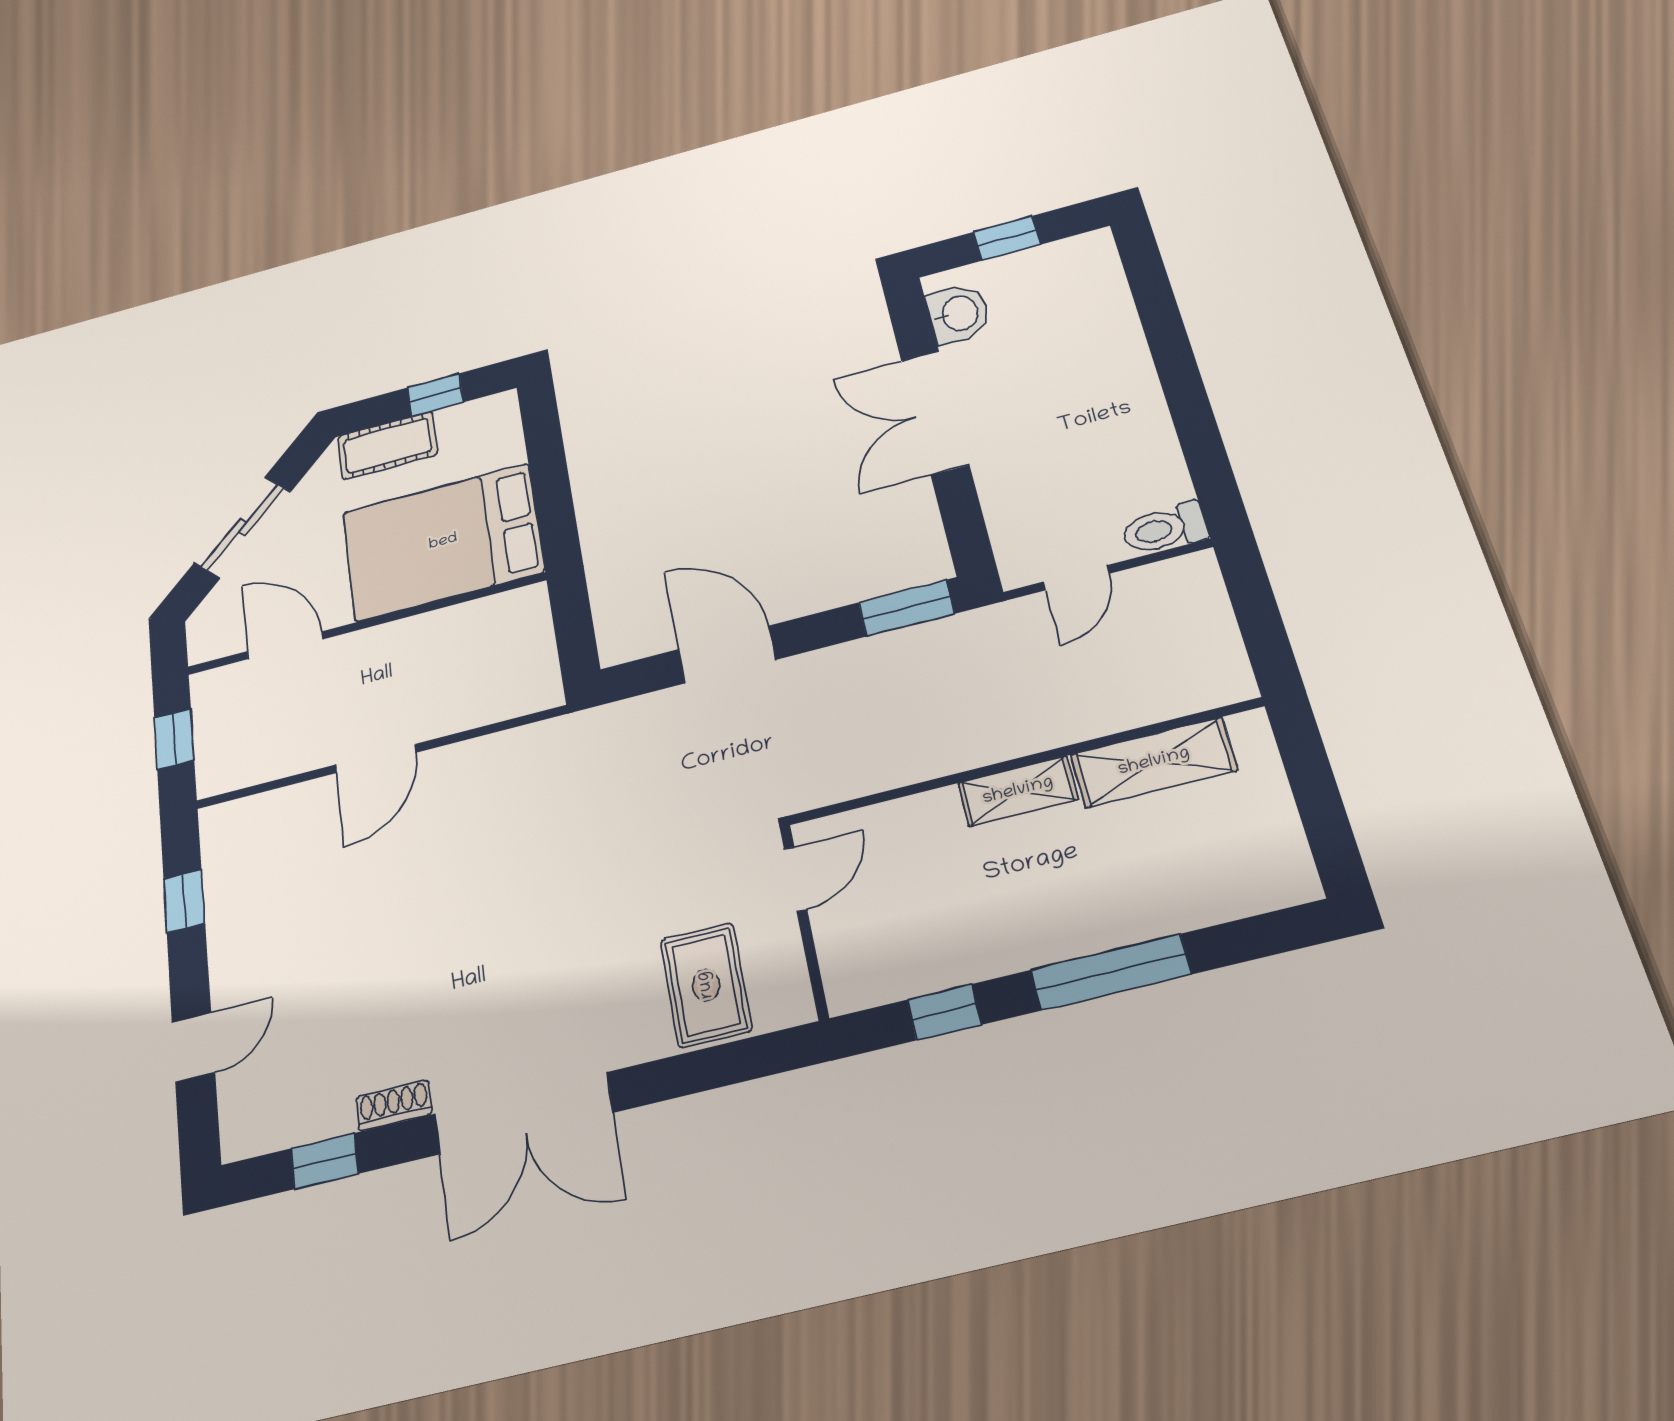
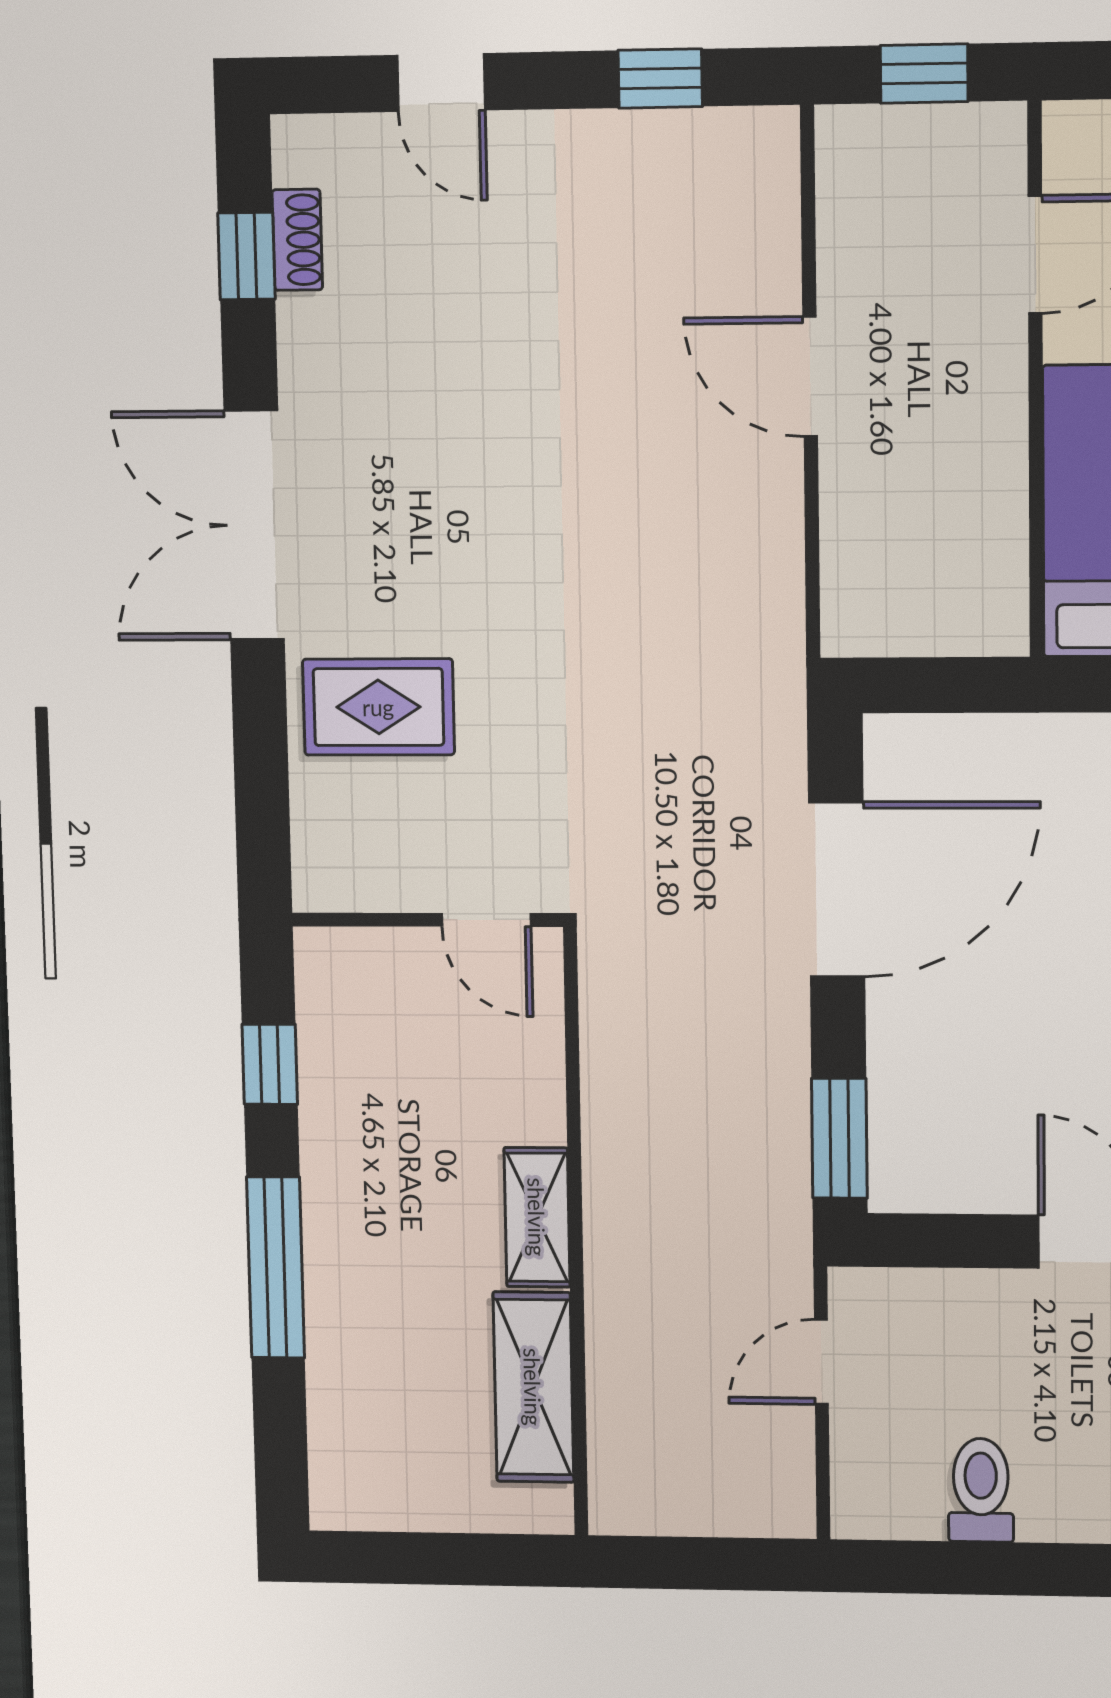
toilet: (1165, 529) -> (981, 1490), moved
door: (1076, 578) -> (821, 1362), hinge flipped
door: (727, 654) -> (837, 889), width x1.36
rug: (706, 985) -> (378, 707), moved
shoe rack: (394, 1106) -> (297, 240), moved

